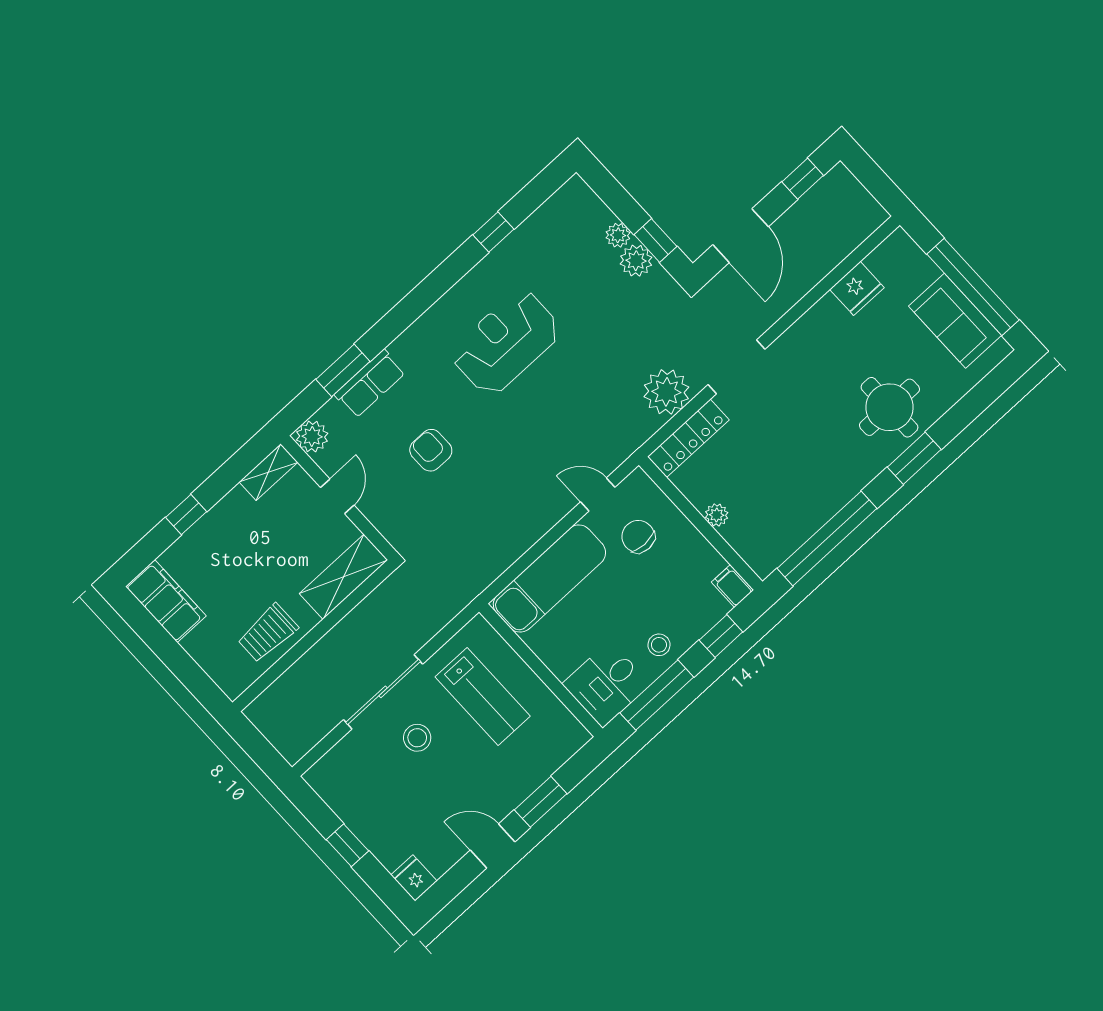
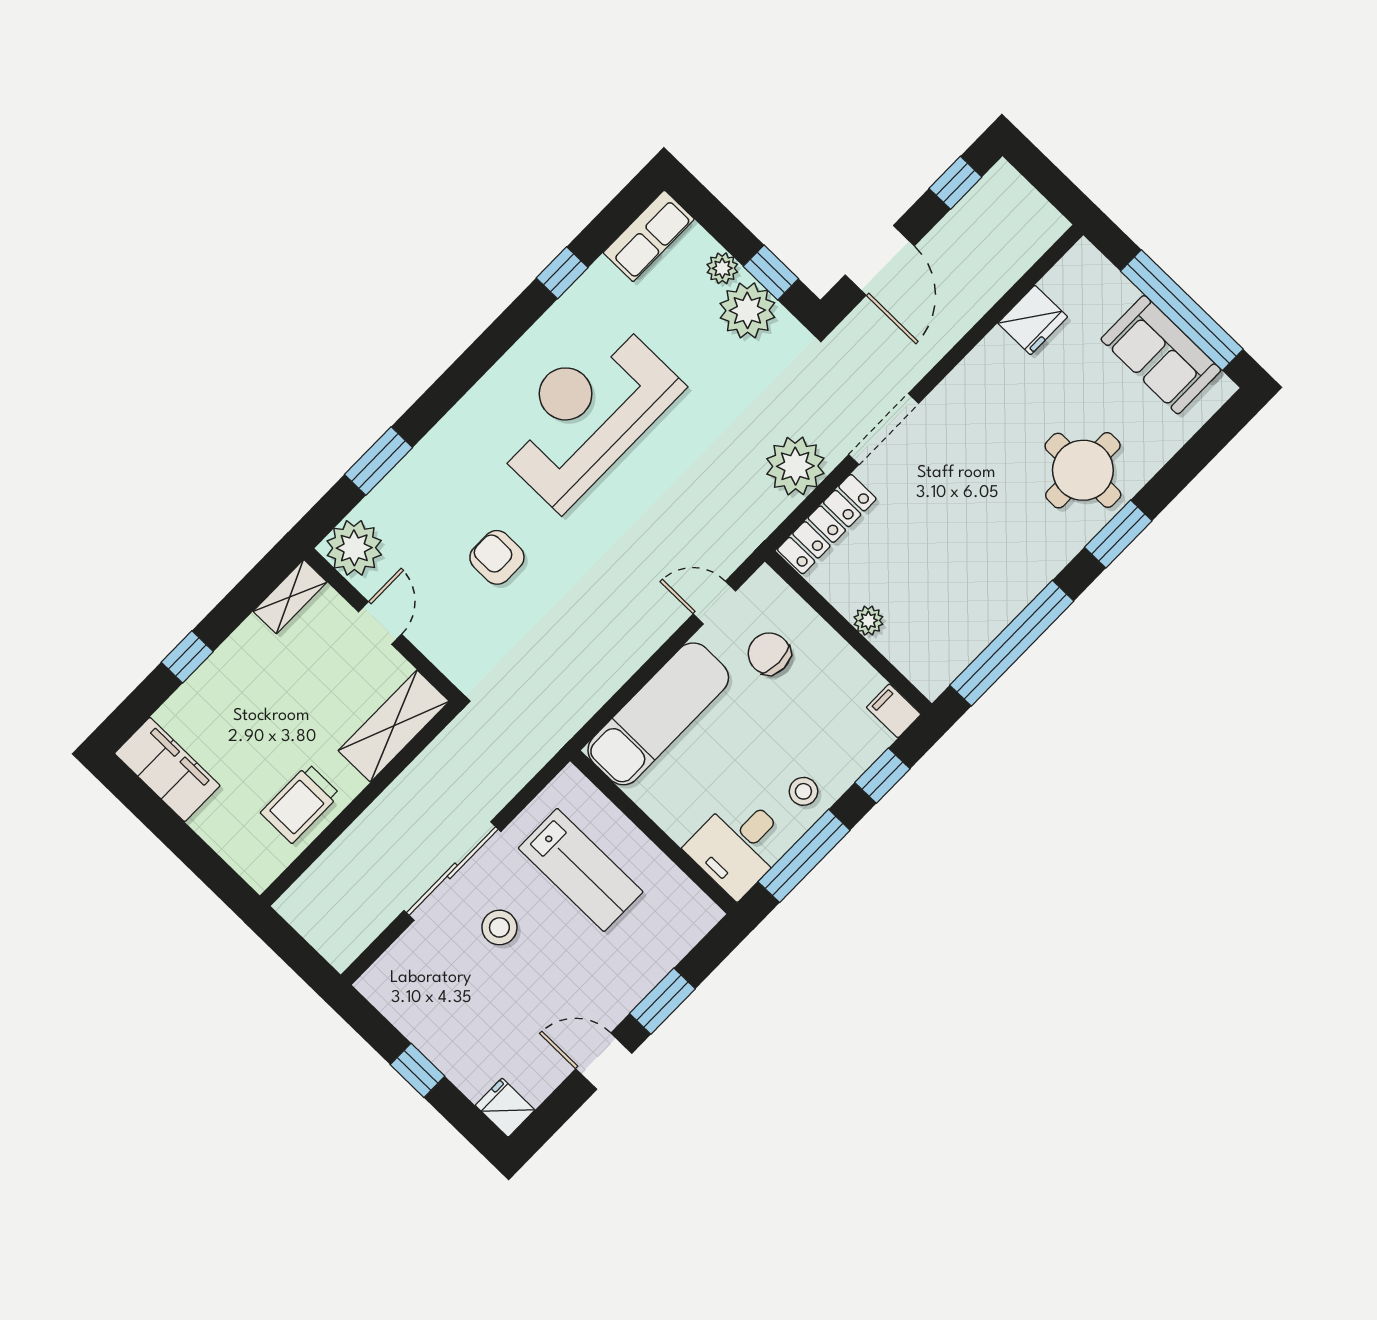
plant: (636, 261) -> (747, 310), width x1.36, depth x1.36
reception desk: (506, 342) -> (586, 414), width x1.36, depth x1.30
row of seats: (370, 384) -> (649, 236), moved
plant: (312, 437) -> (354, 548), width x1.36, depth x1.36

